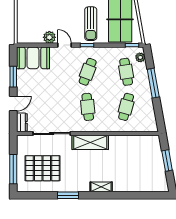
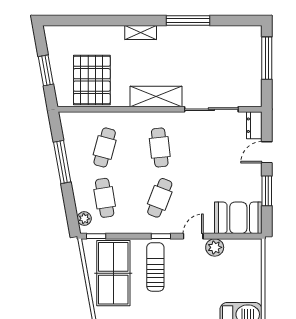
door: (64, 45) -> (193, 236), swing flipped
window: (153, 83) -> (62, 162), moved
pallet: (43, 168) -> (92, 80), moved, turned 90
window: (68, 195) -> (188, 21), width x1.44

